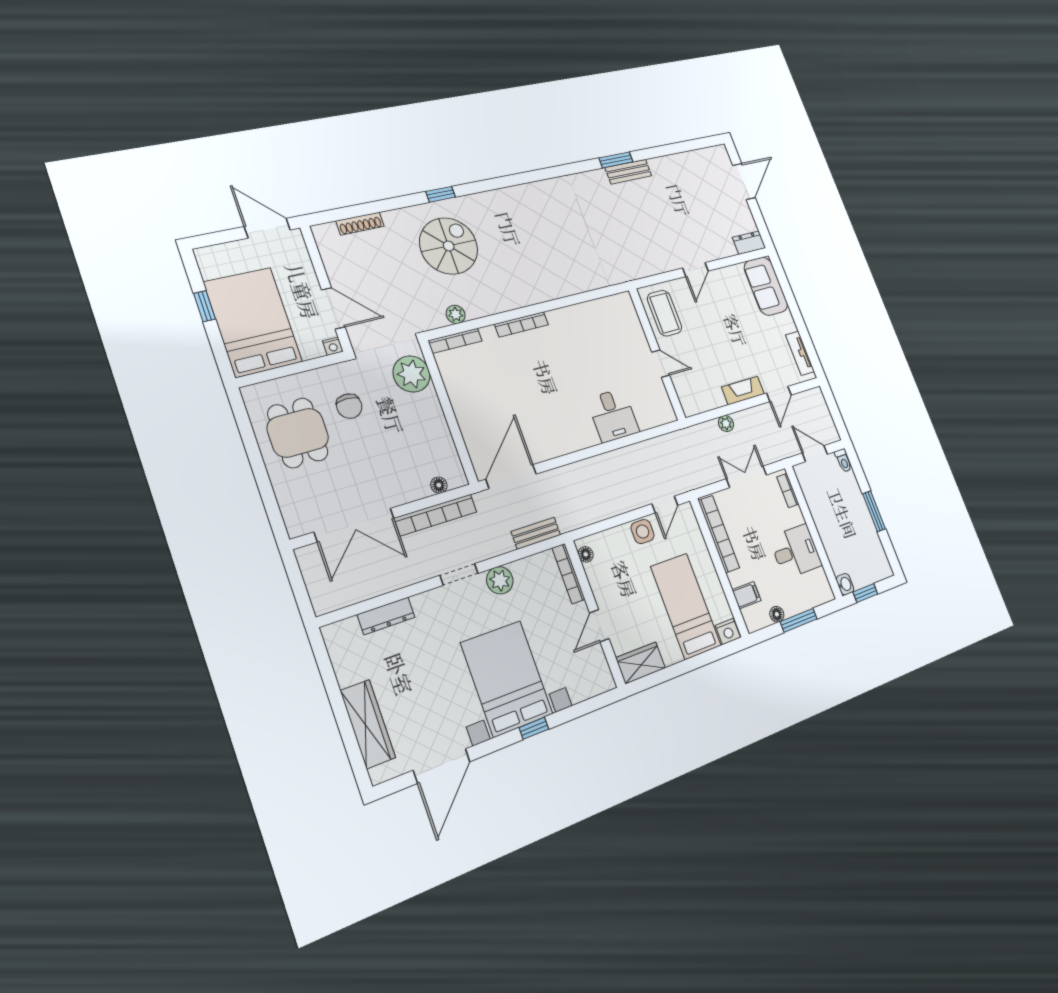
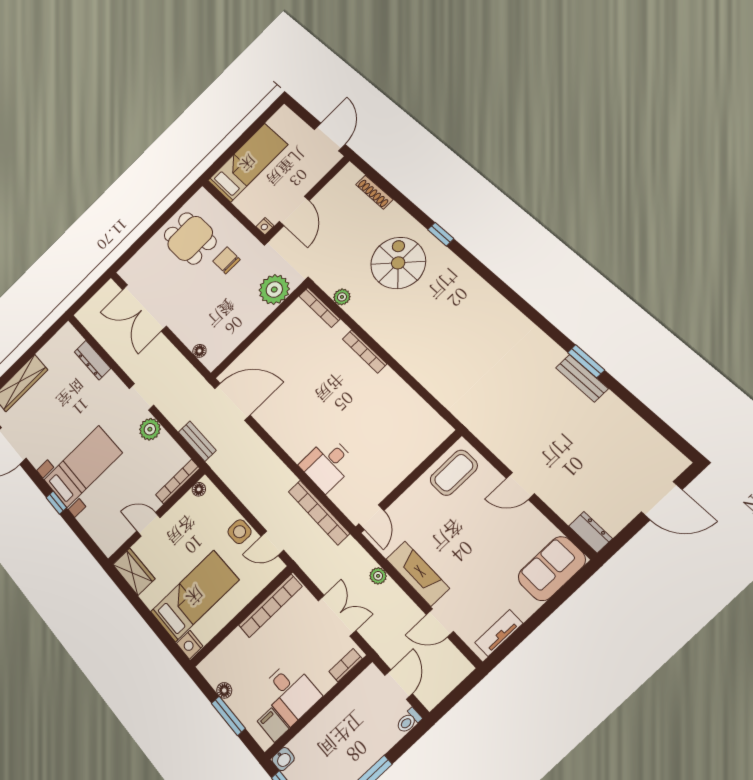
spiral stairs: (449, 246) -> (398, 263), turned -90
window: (205, 306) -> (248, 134), removed
bed: (253, 322) -> (248, 163), width x0.67
door: (661, 364) -> (371, 517), moved
fireplace: (743, 391) -> (418, 574), width x1.37, depth x1.32
chair: (349, 406) -> (226, 260), turned 90
dining table: (298, 433) -> (190, 238), turned 90
bookcase: (436, 515) -> (319, 512), moved
filing cabinet: (747, 595) -> (273, 725), moved, turned 180
bed with nightstands: (507, 678) -> (83, 466), width x0.73

